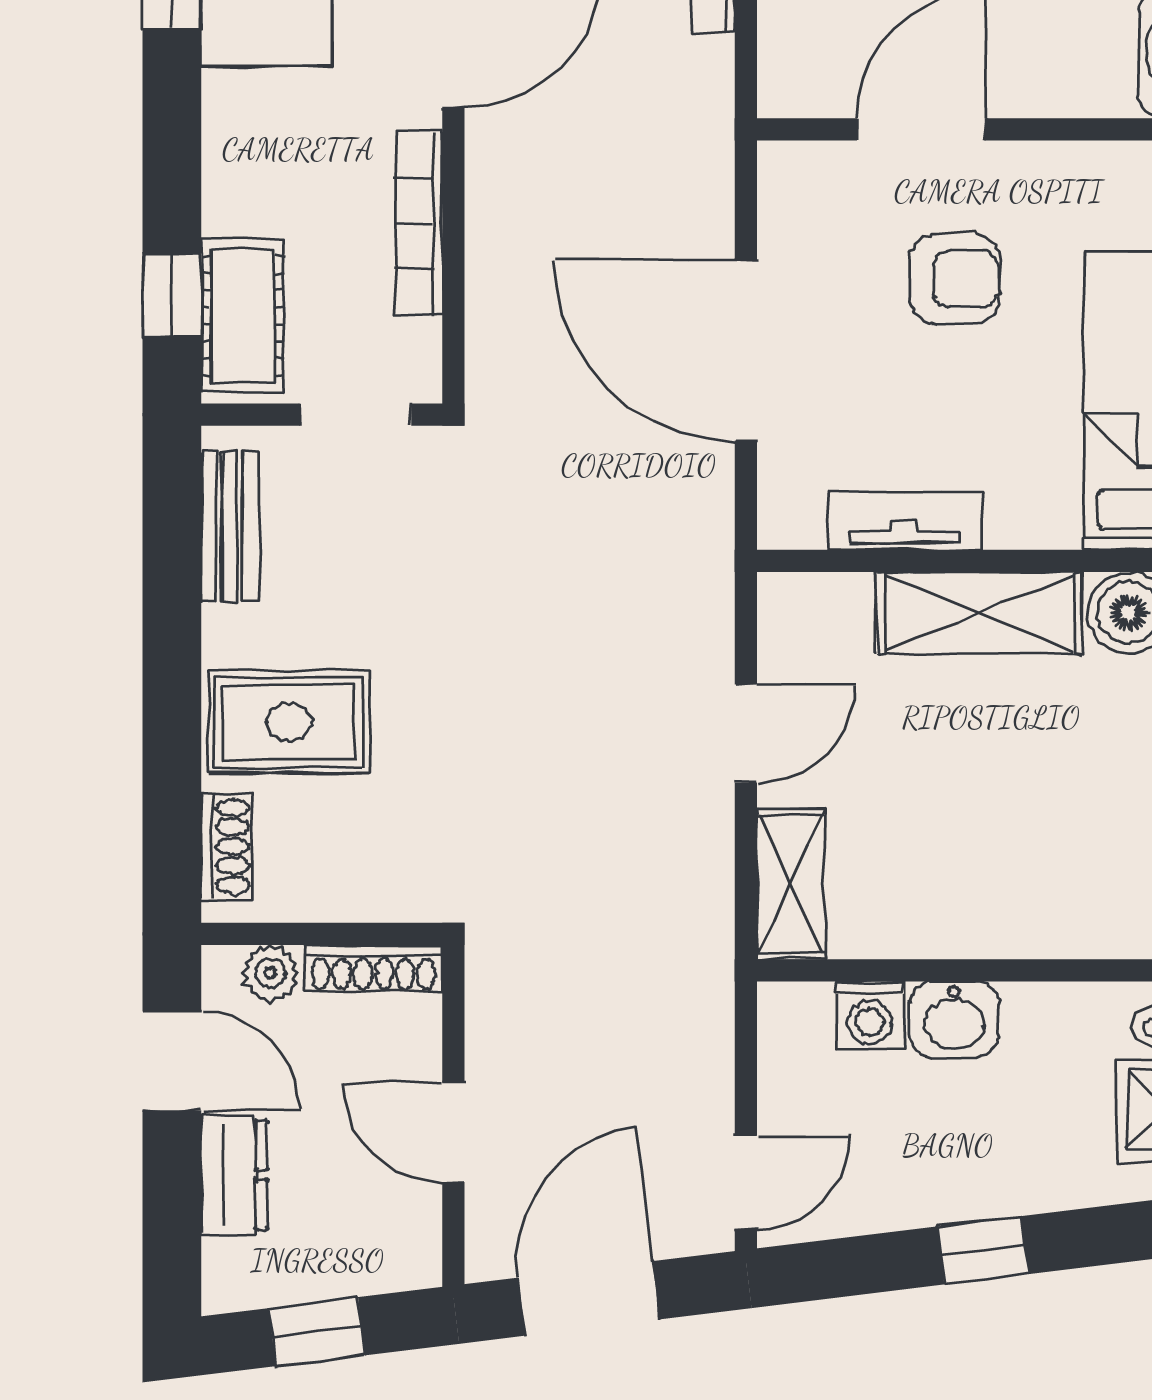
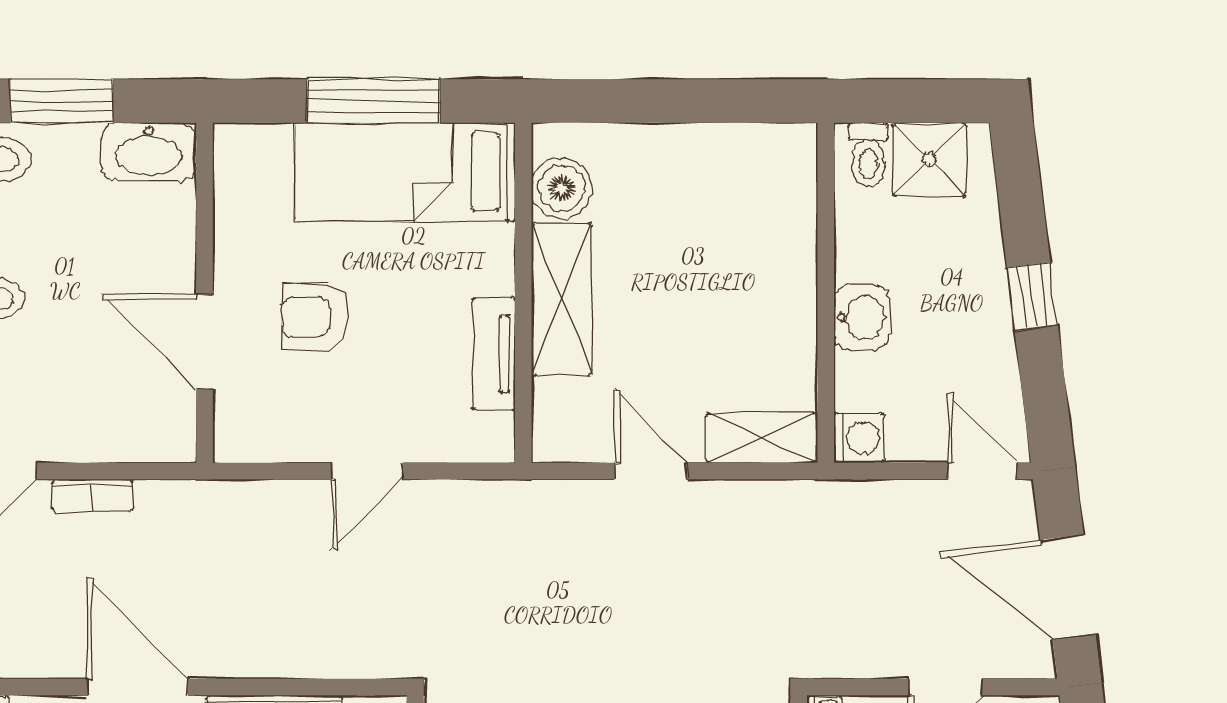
armchair: (955, 279) -> (315, 317), turned -90
door: (746, 350) -> (368, 471), width x0.53
washing machine: (870, 1015) -> (859, 438), moved

